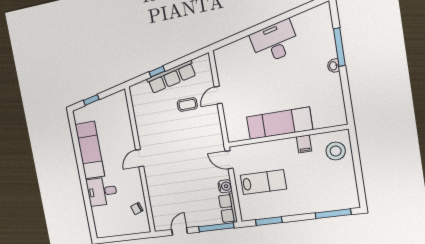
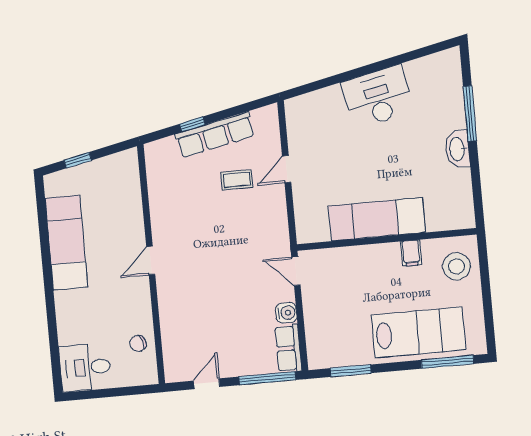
washbasin: (333, 66) -> (458, 149), width x1.91, depth x1.45
lab bench: (263, 182) -> (419, 332), moved, width x1.36, depth x1.39
desk: (102, 191) -> (85, 367), moved

